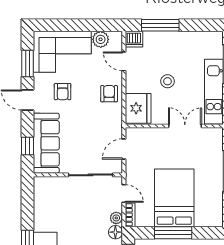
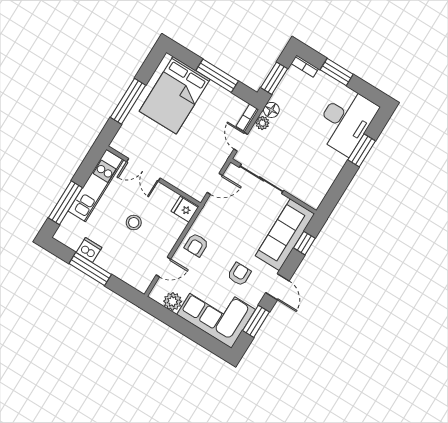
window: (160, 25) -> (90, 269), moved
dishwasher: (134, 39) -> (89, 250), moved
door: (124, 61) -> (163, 267), hinge flipped
fridge: (138, 108) -> (185, 209), width x0.53, depth x0.75
bed: (174, 198) -> (175, 95), moved

